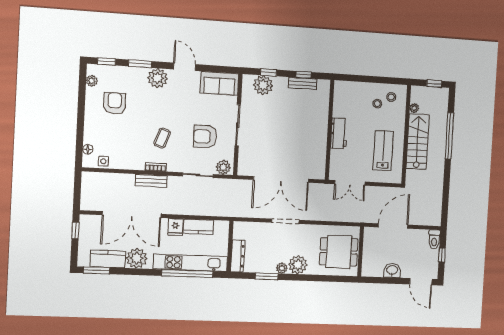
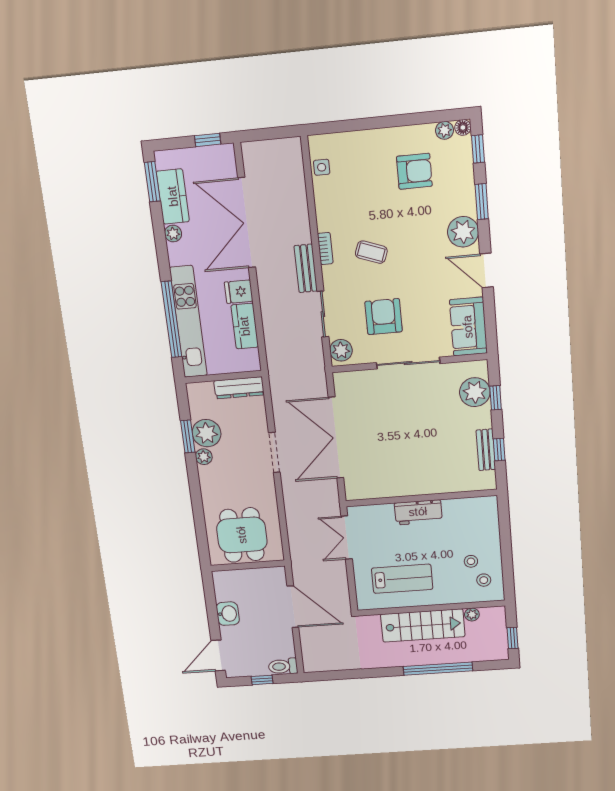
door: (185, 67) -> (487, 270), swing flipped
floor lamp: (88, 149) -> (463, 127), moved
bench: (151, 181) -> (306, 268), moved
dresser: (238, 256) -> (239, 388), moved
plant: (137, 258) -> (173, 234), width x0.53, depth x0.53
plant: (298, 265) -> (206, 433), moved

